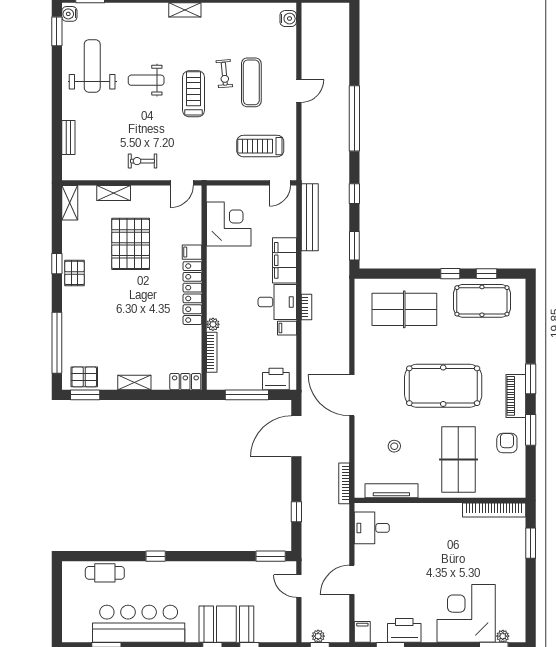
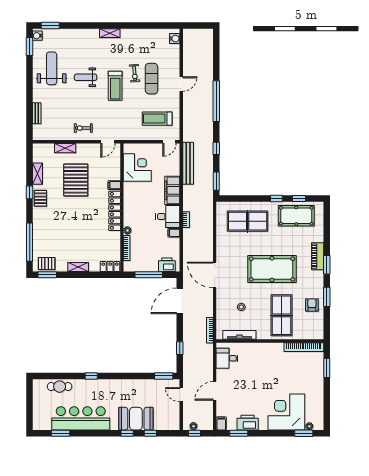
treadmill: (194, 94) -> (115, 86), turned 180
shelving: (70, 203) -> (38, 174), moved
piano: (516, 396) -> (318, 256), moved

